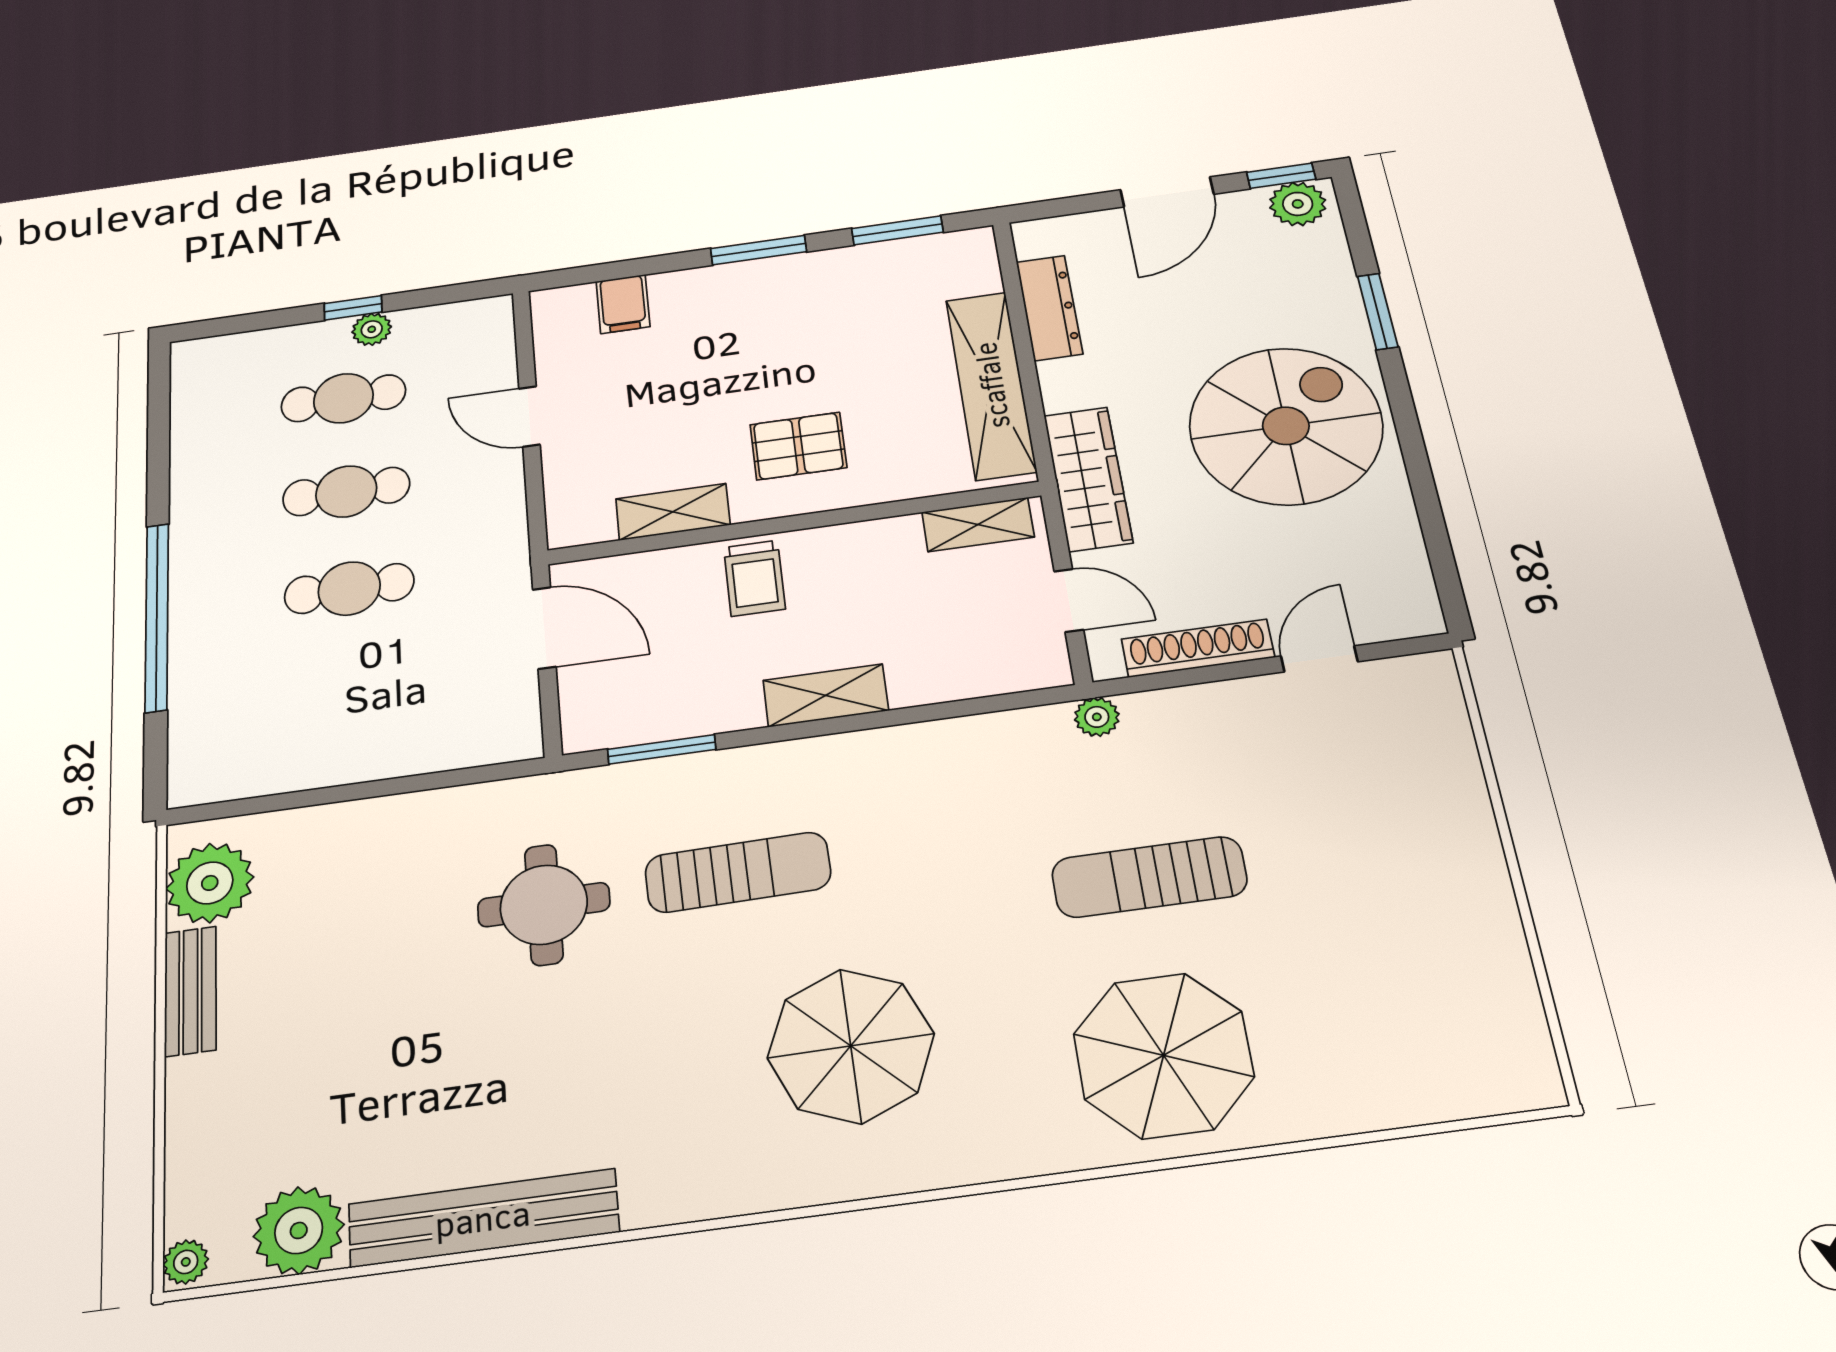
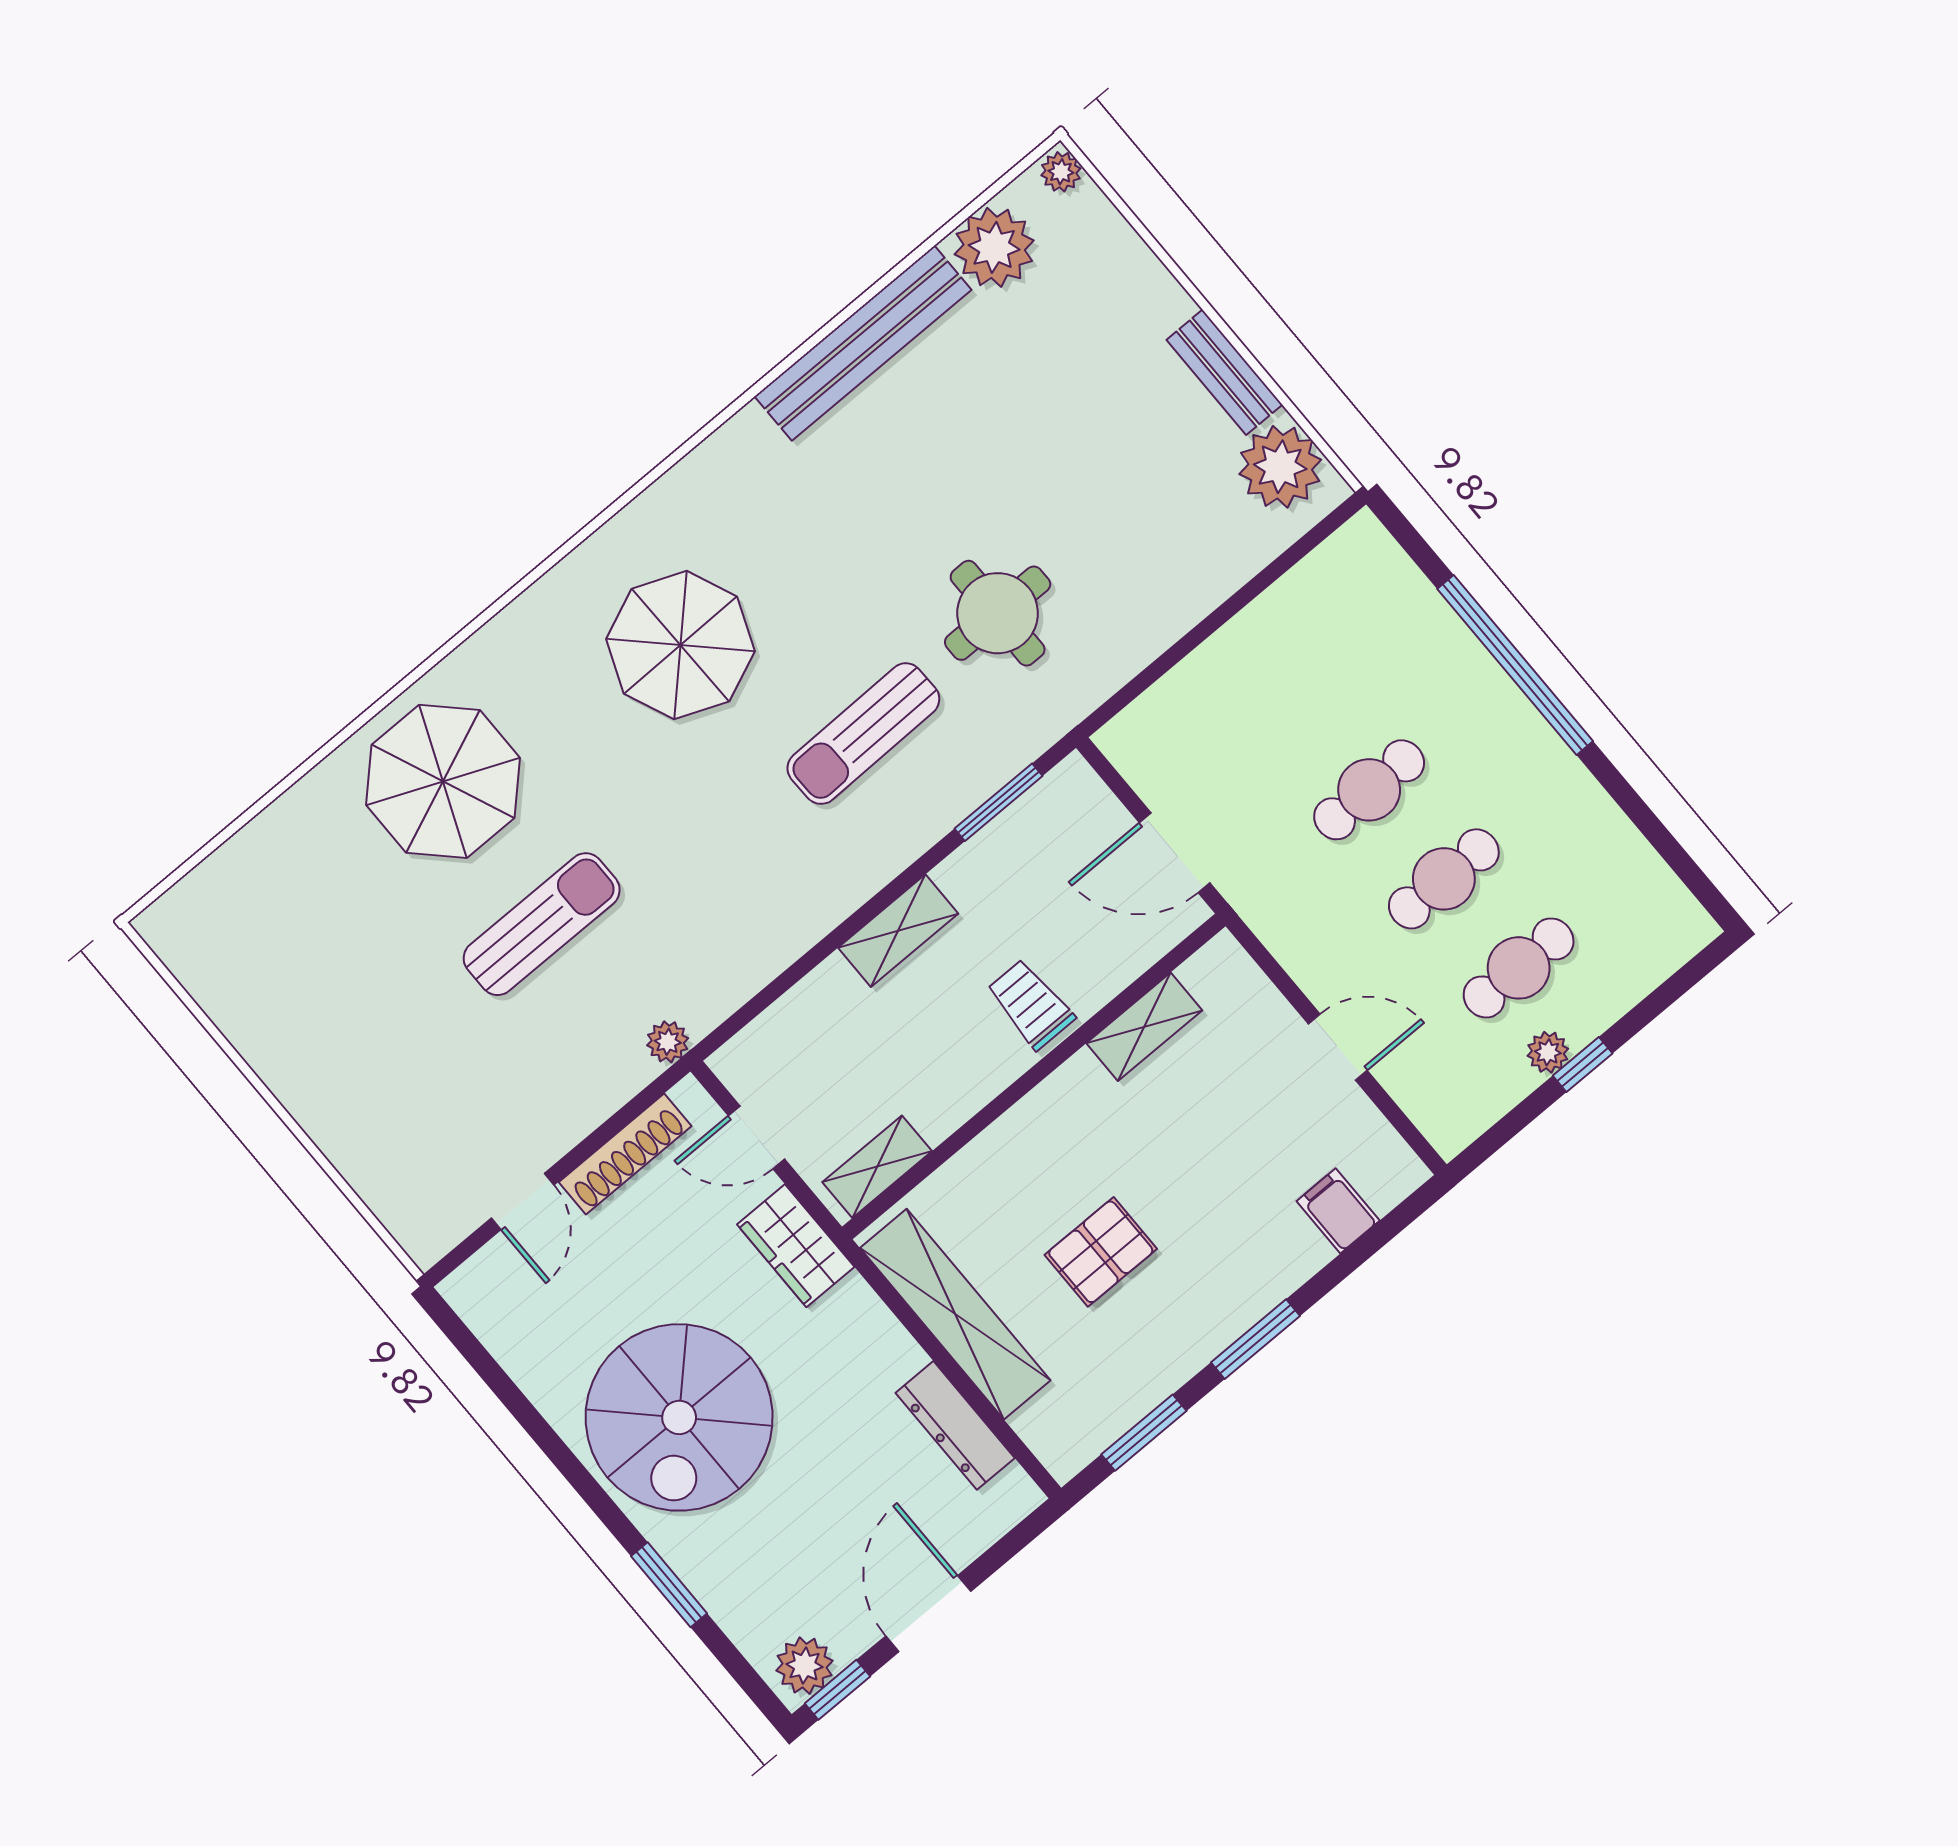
pallet: (798, 446) -> (1101, 1252), moved
wardrobe: (1088, 479) -> (796, 1246), width x0.67

